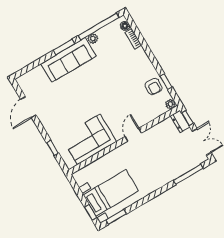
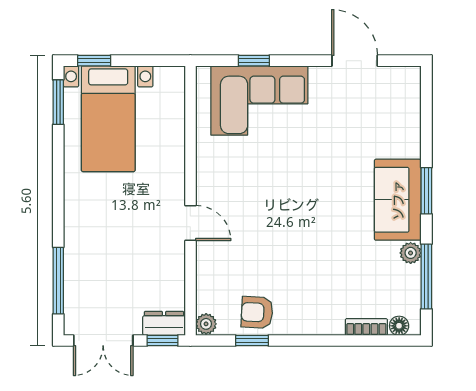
window: (99, 27) -> (426, 277), width x0.68
sofa: (68, 60) -> (398, 200), width x0.73
corner sofa: (89, 139) -> (259, 100), moved, turned 90

